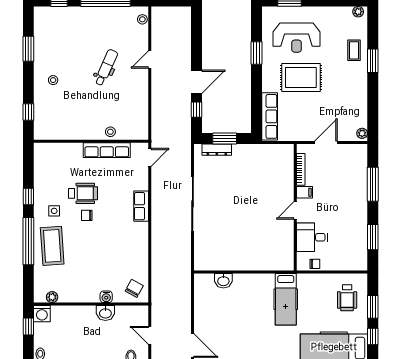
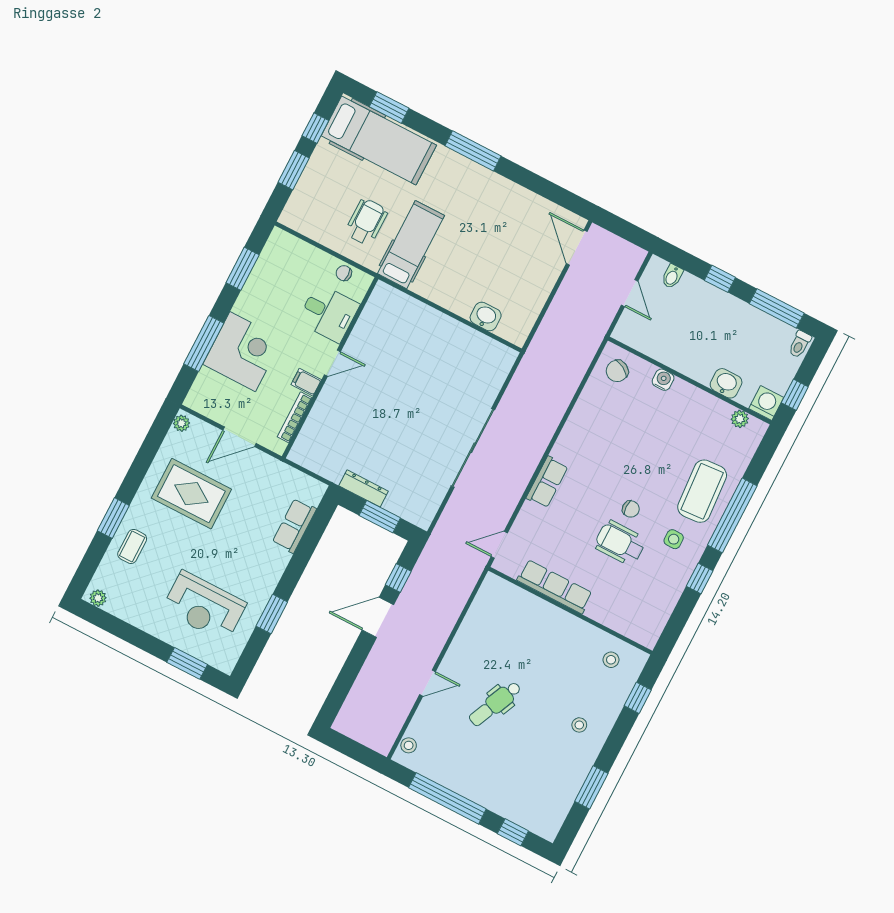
reception desk: (297, 38) -> (204, 607), turned 180
rug: (301, 77) -> (191, 494), moved
row of seats: (270, 116) -> (294, 526), width x0.68
stool: (110, 132) -> (611, 660), moved
dresser: (217, 150) -> (364, 488), moved
corner desk: (349, 191) -> (243, 352), added
wheelchair: (347, 298) -> (366, 222), moved
washbasin: (105, 313) -> (726, 383), moved

